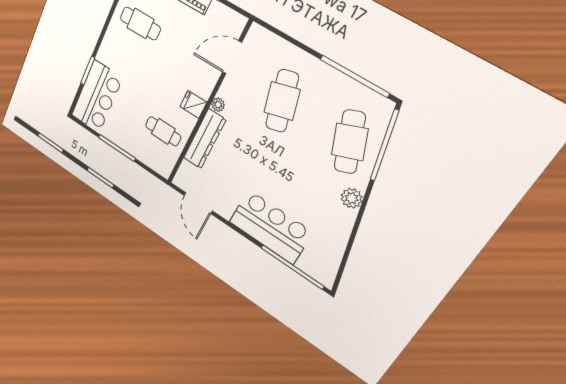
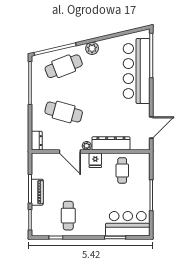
dresser: (262, 37) -> (37, 141), added
door: (232, 57) -> (70, 152), moved
cafe table: (282, 101) -> (64, 112), turned 30
bar counter: (271, 227) -> (137, 71), width x1.36

